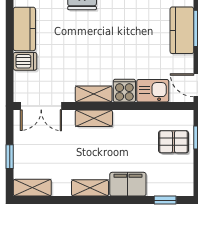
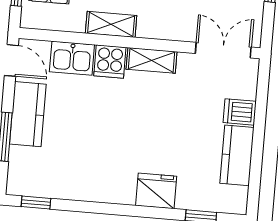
kitchen counter: (182, 30) -> (28, 114), moved
shelving: (94, 118) -> (111, 24), moved

